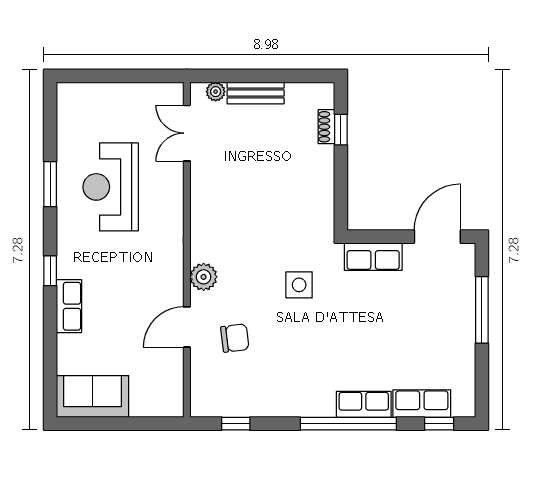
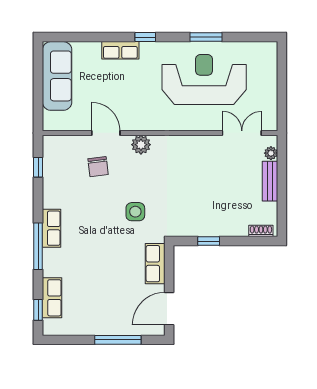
shoe rack: (326, 127) -> (261, 231), moved
window: (341, 130) -> (209, 241), moved
reception desk: (111, 187) -> (204, 80), width x1.36, depth x1.30
door: (437, 237) -> (169, 309), swing flipped
sofa: (92, 396) -> (57, 76), width x1.36
row of seats: (364, 404) -> (52, 228), moved
window: (348, 424) -> (38, 246), width x0.68

